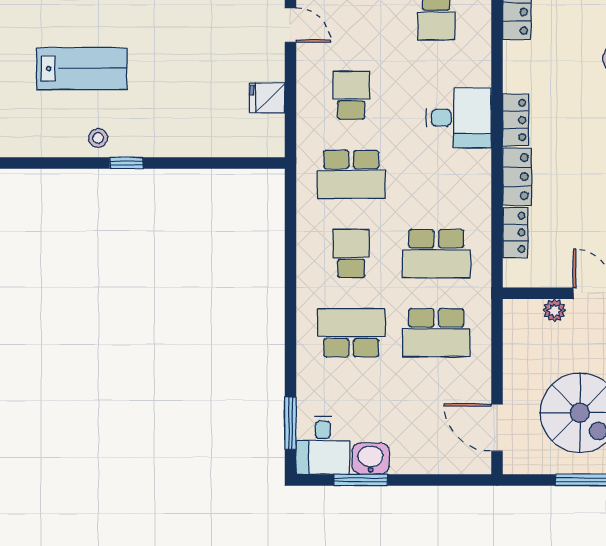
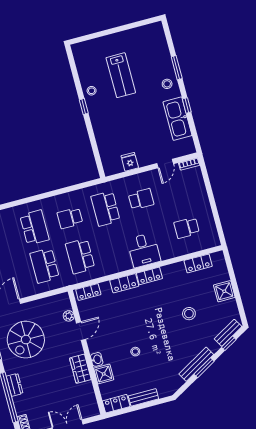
locker: (515, 232) -> (88, 292), moved
school desk: (351, 254) -> (70, 218), turned 180

